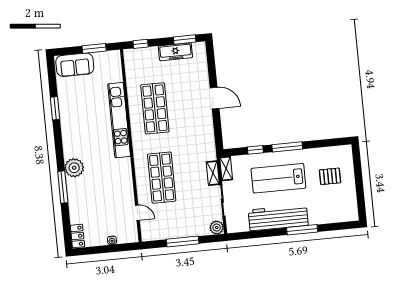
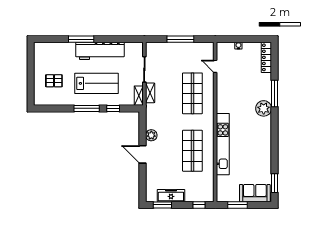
window: (55, 108) -> (275, 183), moved
plant: (217, 228) -> (151, 135), moved
locker: (77, 236) -> (266, 57), width x1.53

